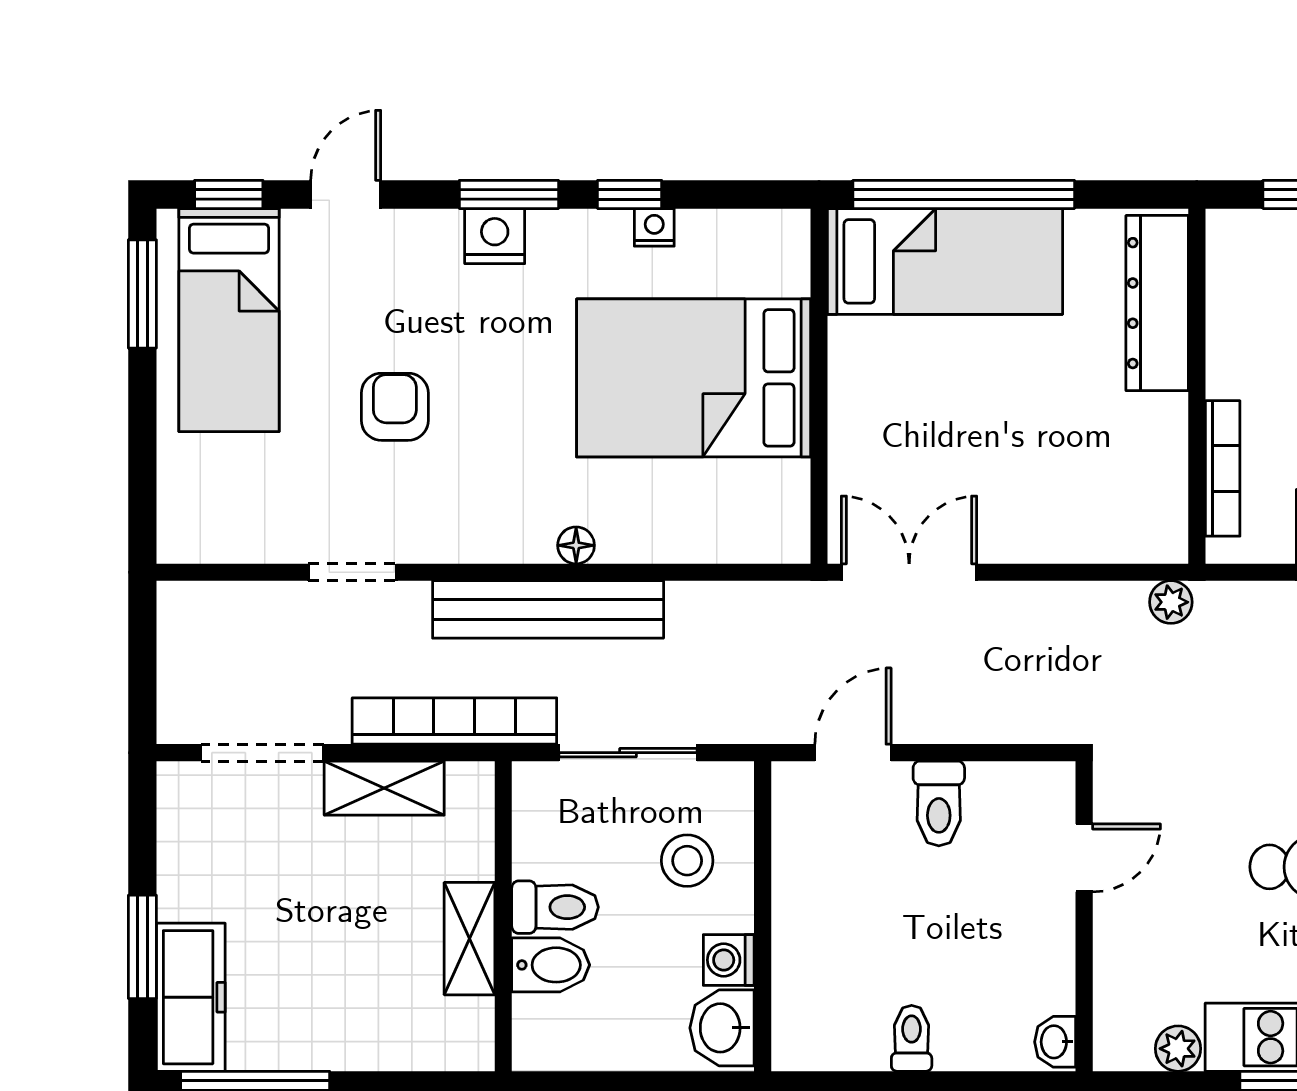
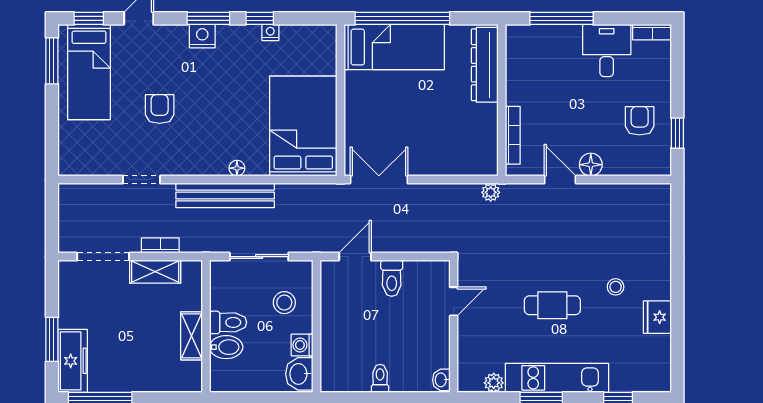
bed: (694, 378) -> (303, 126), moved, turned 90
bookcase: (454, 721) -> (160, 245), width x0.43, depth x0.76

